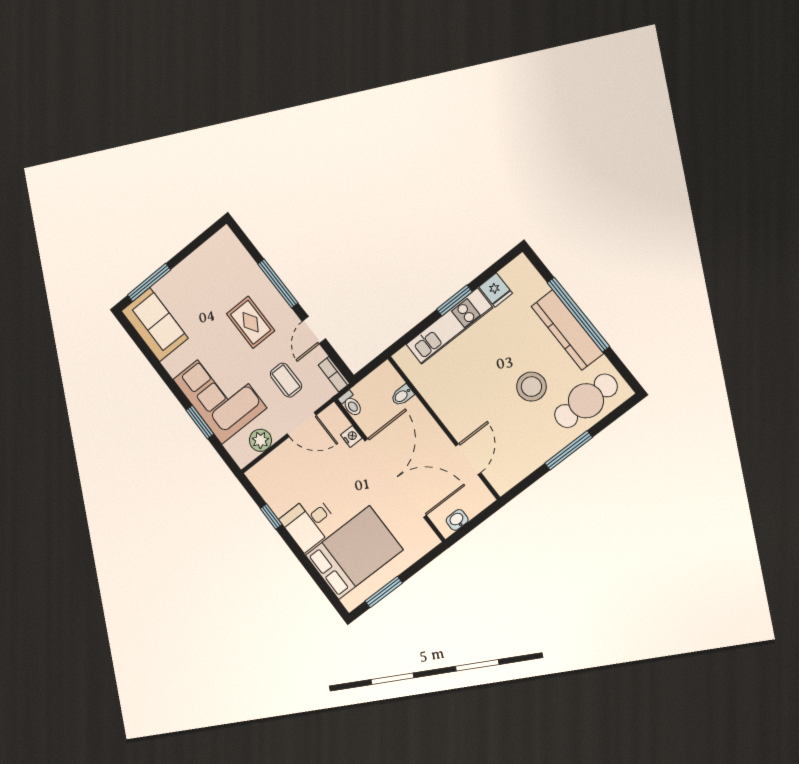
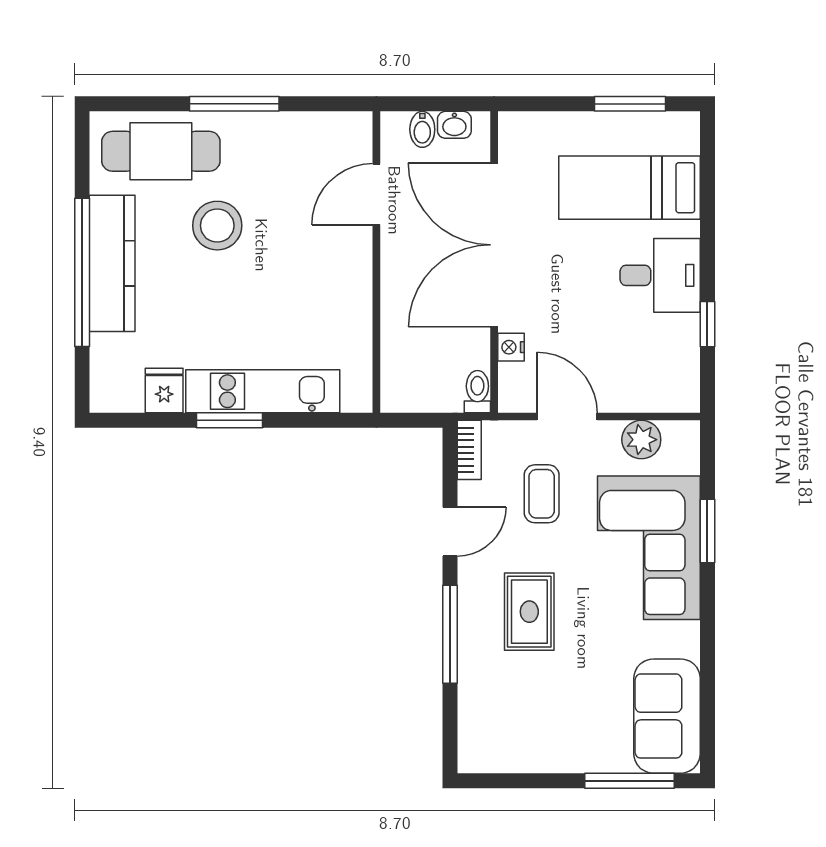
bidet: (402, 395) -> (422, 129), moved, turned 90
bed: (354, 552) -> (629, 188), width x0.67

